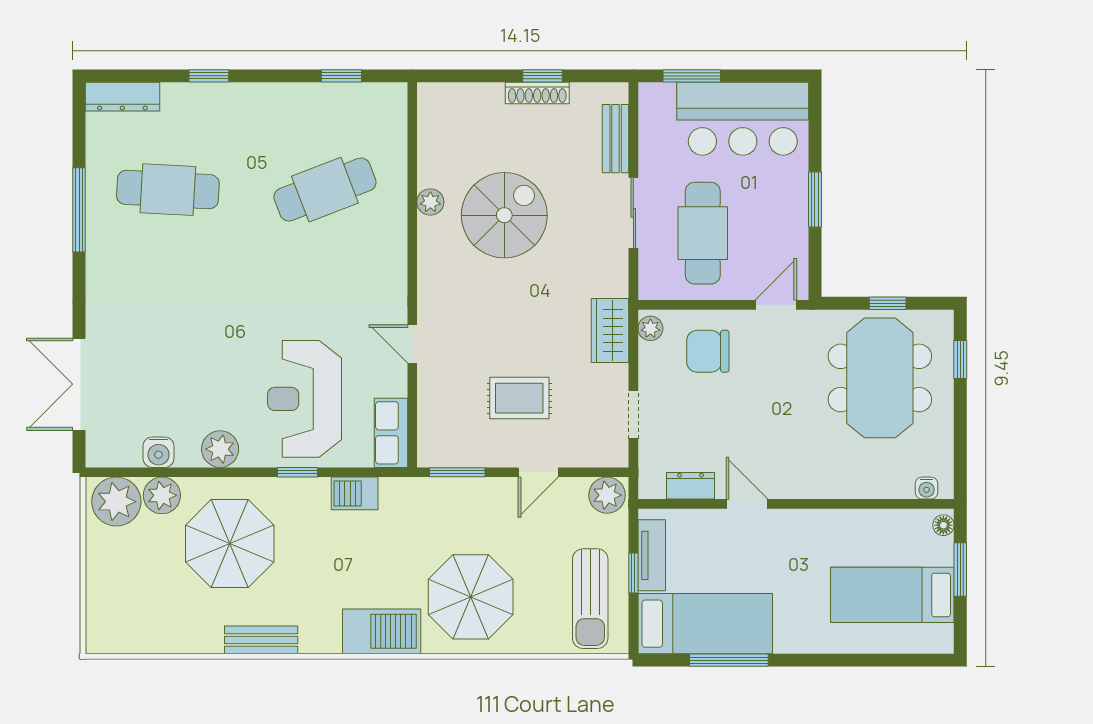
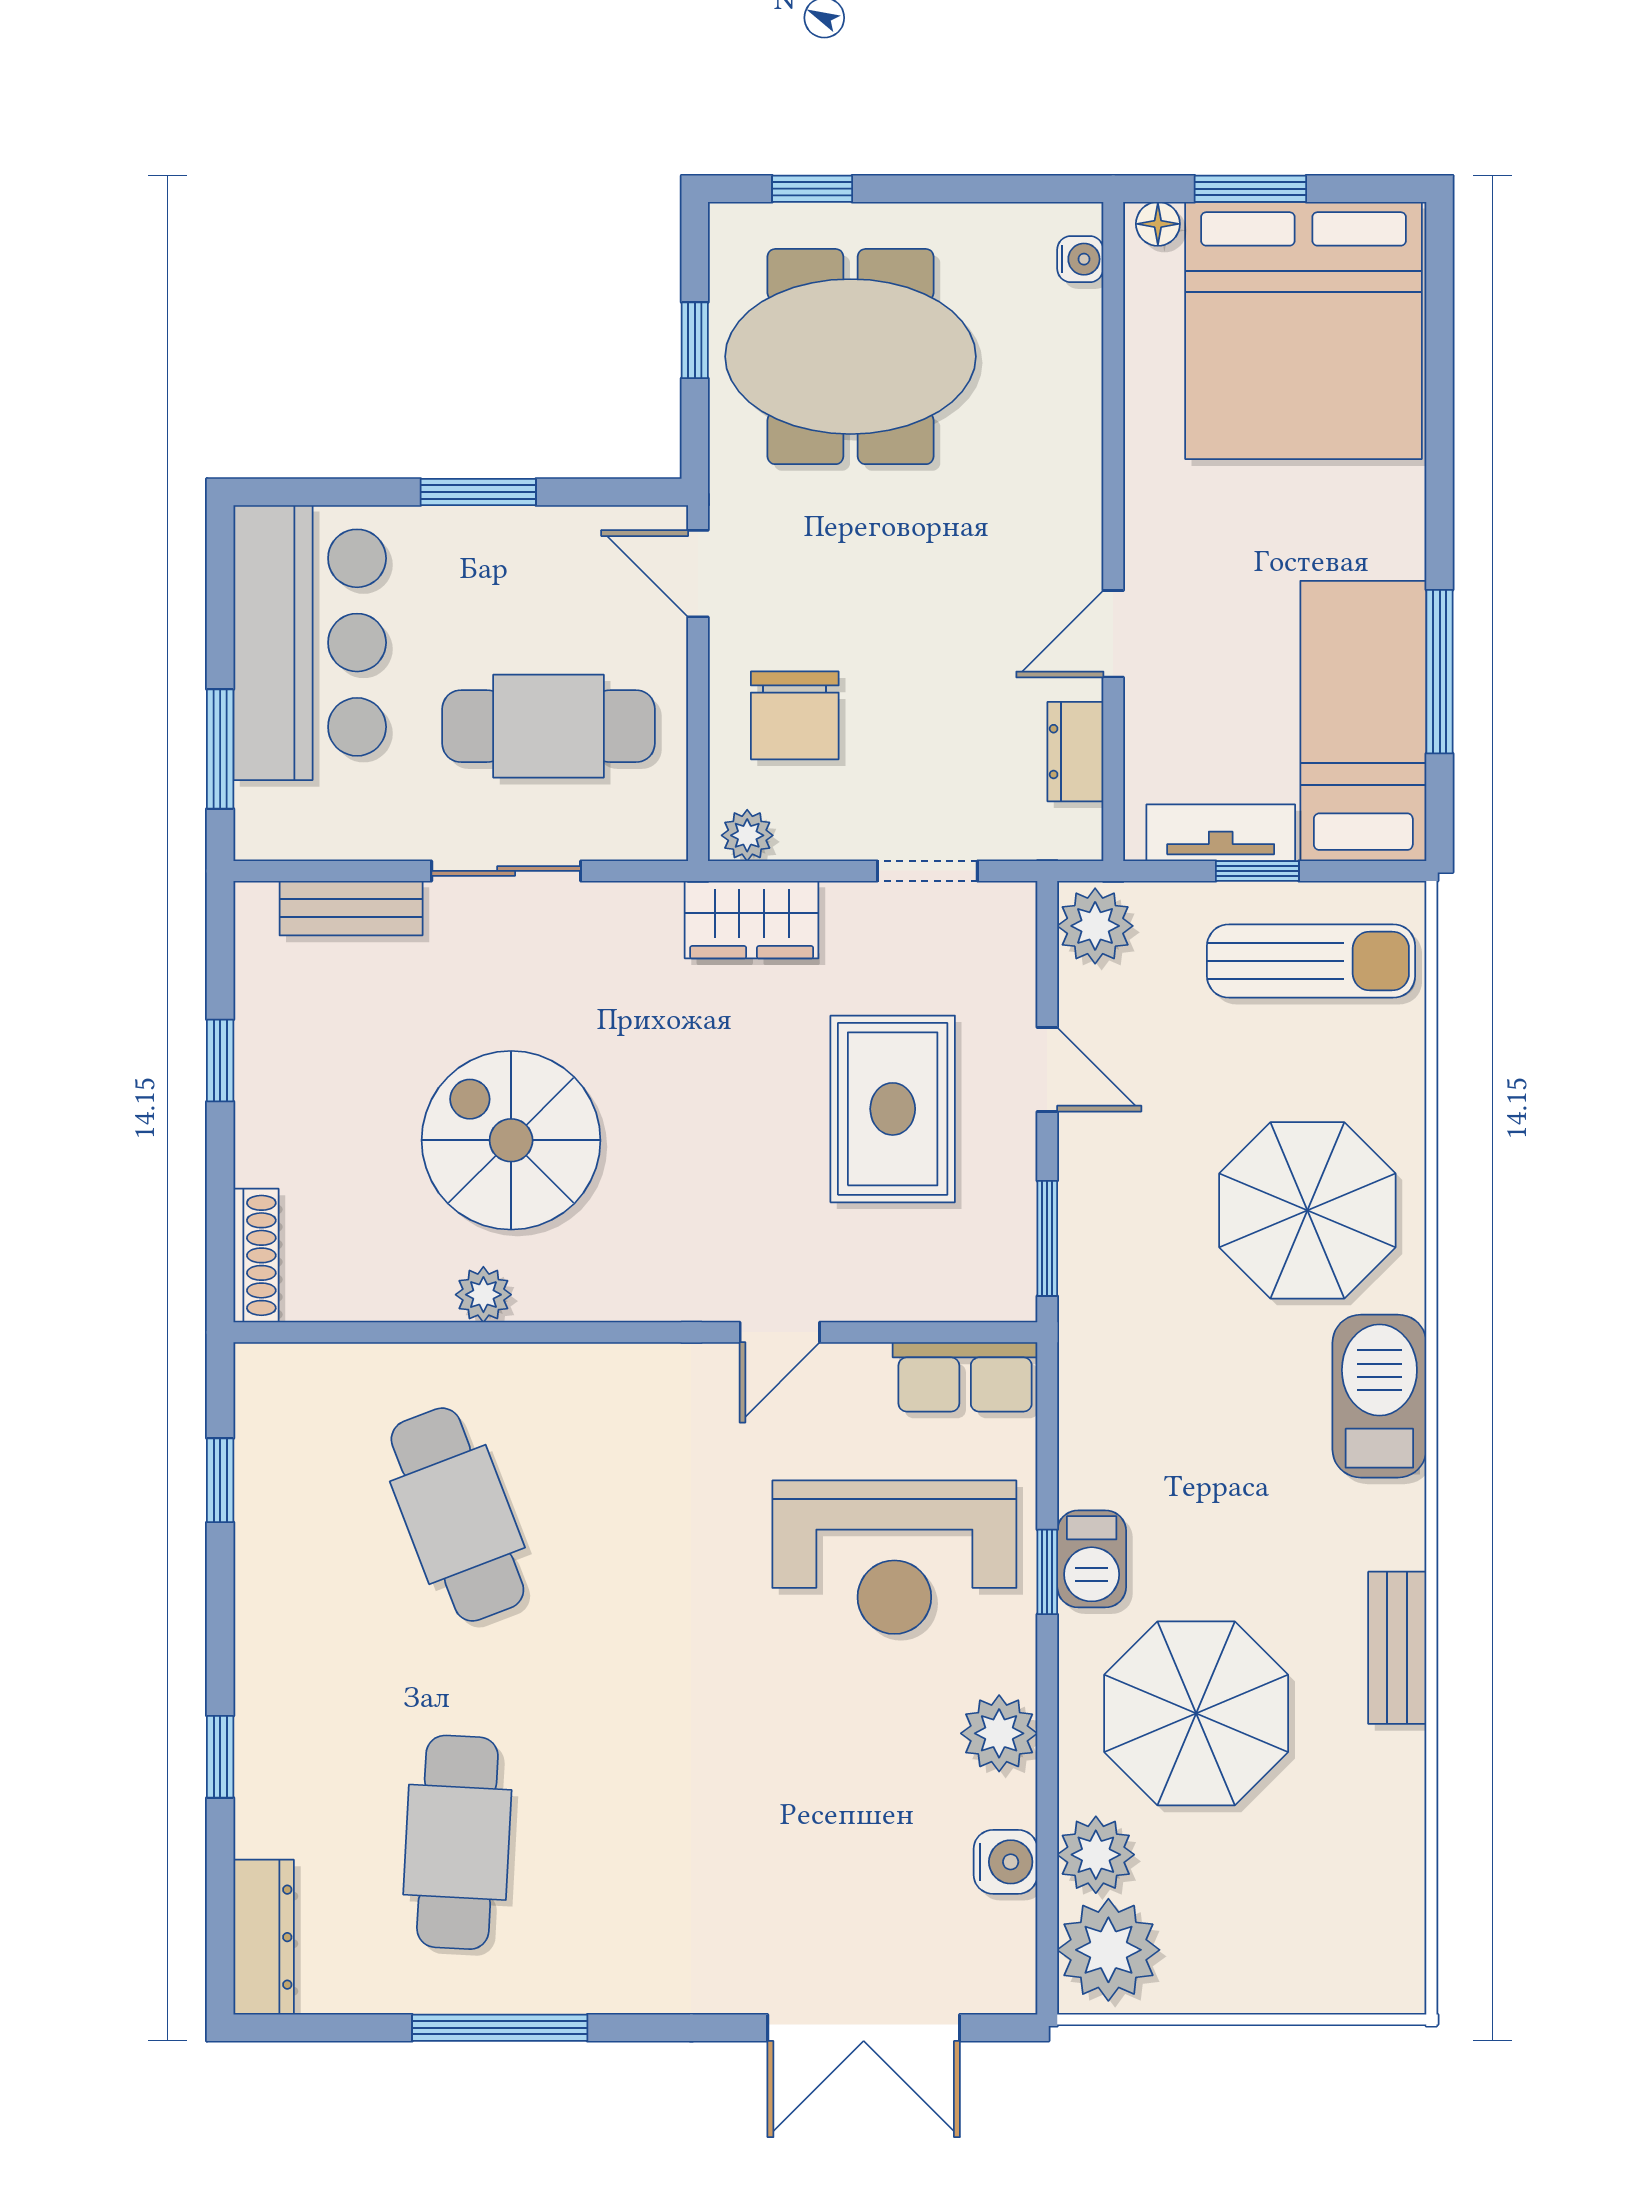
shoe rack: (537, 93) -> (256, 1255), moved
rug: (519, 398) -> (893, 1109), width x1.36, depth x1.43
barbecue: (355, 493) -> (1092, 1559), moved
bed: (892, 595) -> (1303, 331), width x2.04

